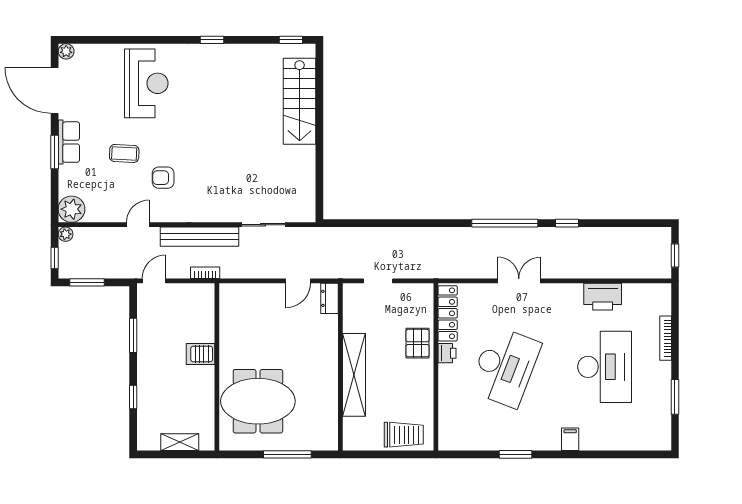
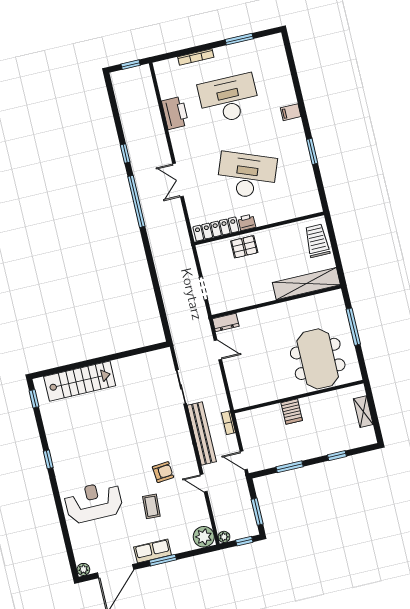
armchair: (163, 178) -> (163, 472), turned -95
shelving: (354, 375) -> (306, 284), moved

